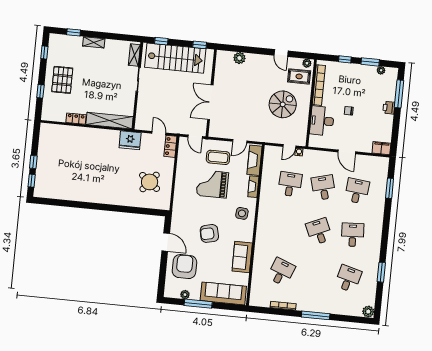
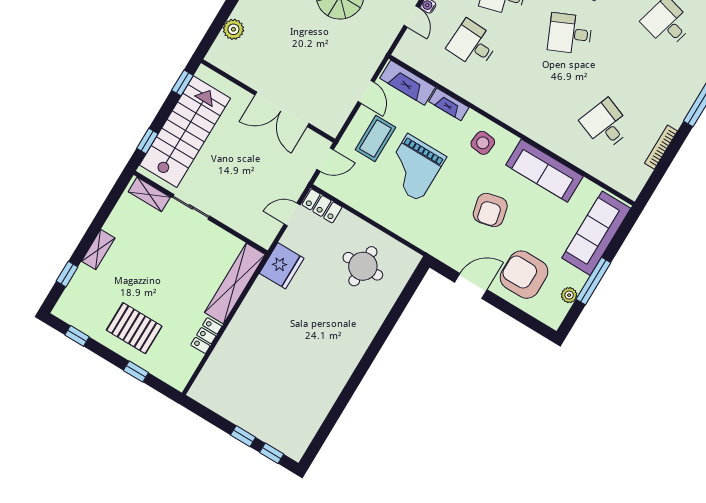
round table: (150, 182) -> (363, 266), turned -38
sofa: (242, 257) -> (544, 171), width x1.36

